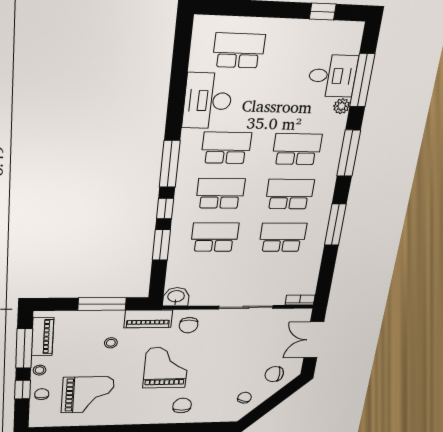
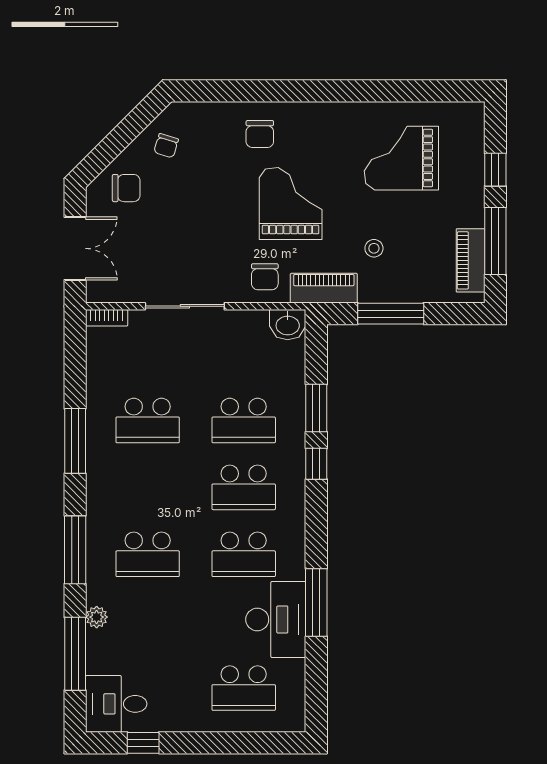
desk: (332, 76) -> (116, 704), moved
window: (170, 164) -> (316, 602), moved
school desk: (290, 194) -> (148, 487), removed
chair: (189, 325) -> (265, 277), turned 180
grand piano: (166, 368) -> (291, 204), turned 180
stool: (40, 370) -> (473, 203), removed
chair: (42, 394) -> (468, 161), removed

